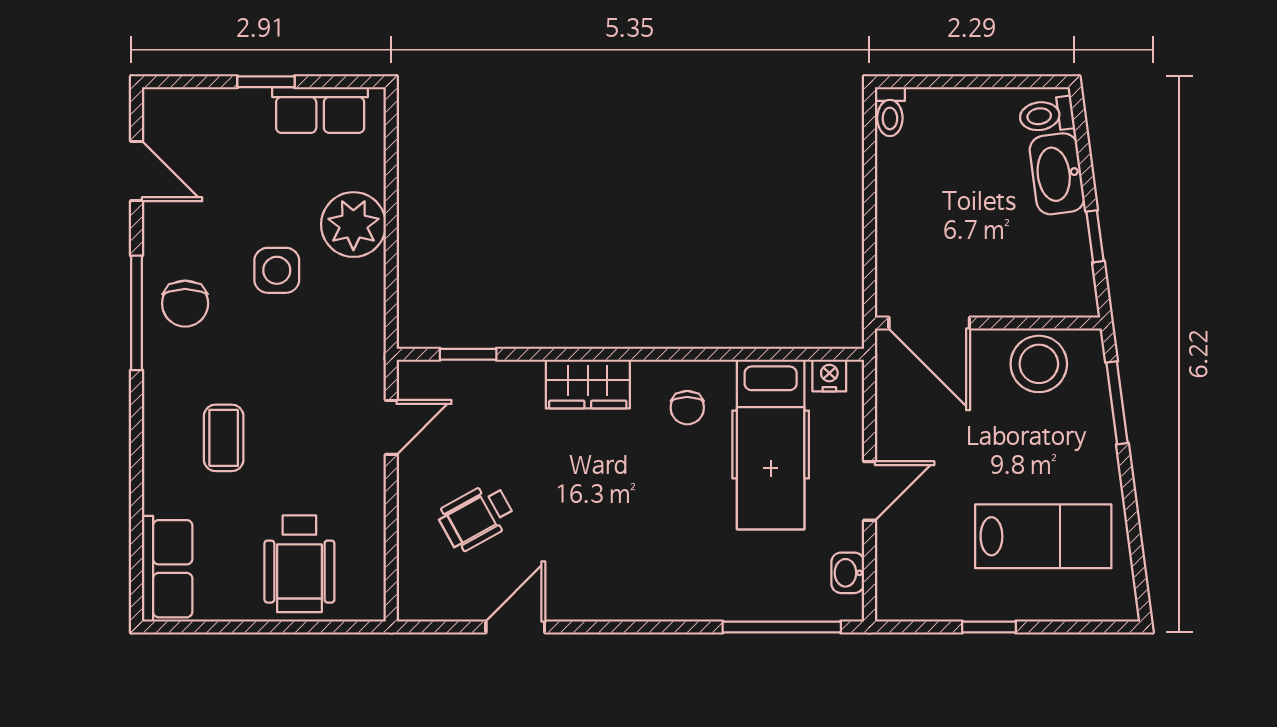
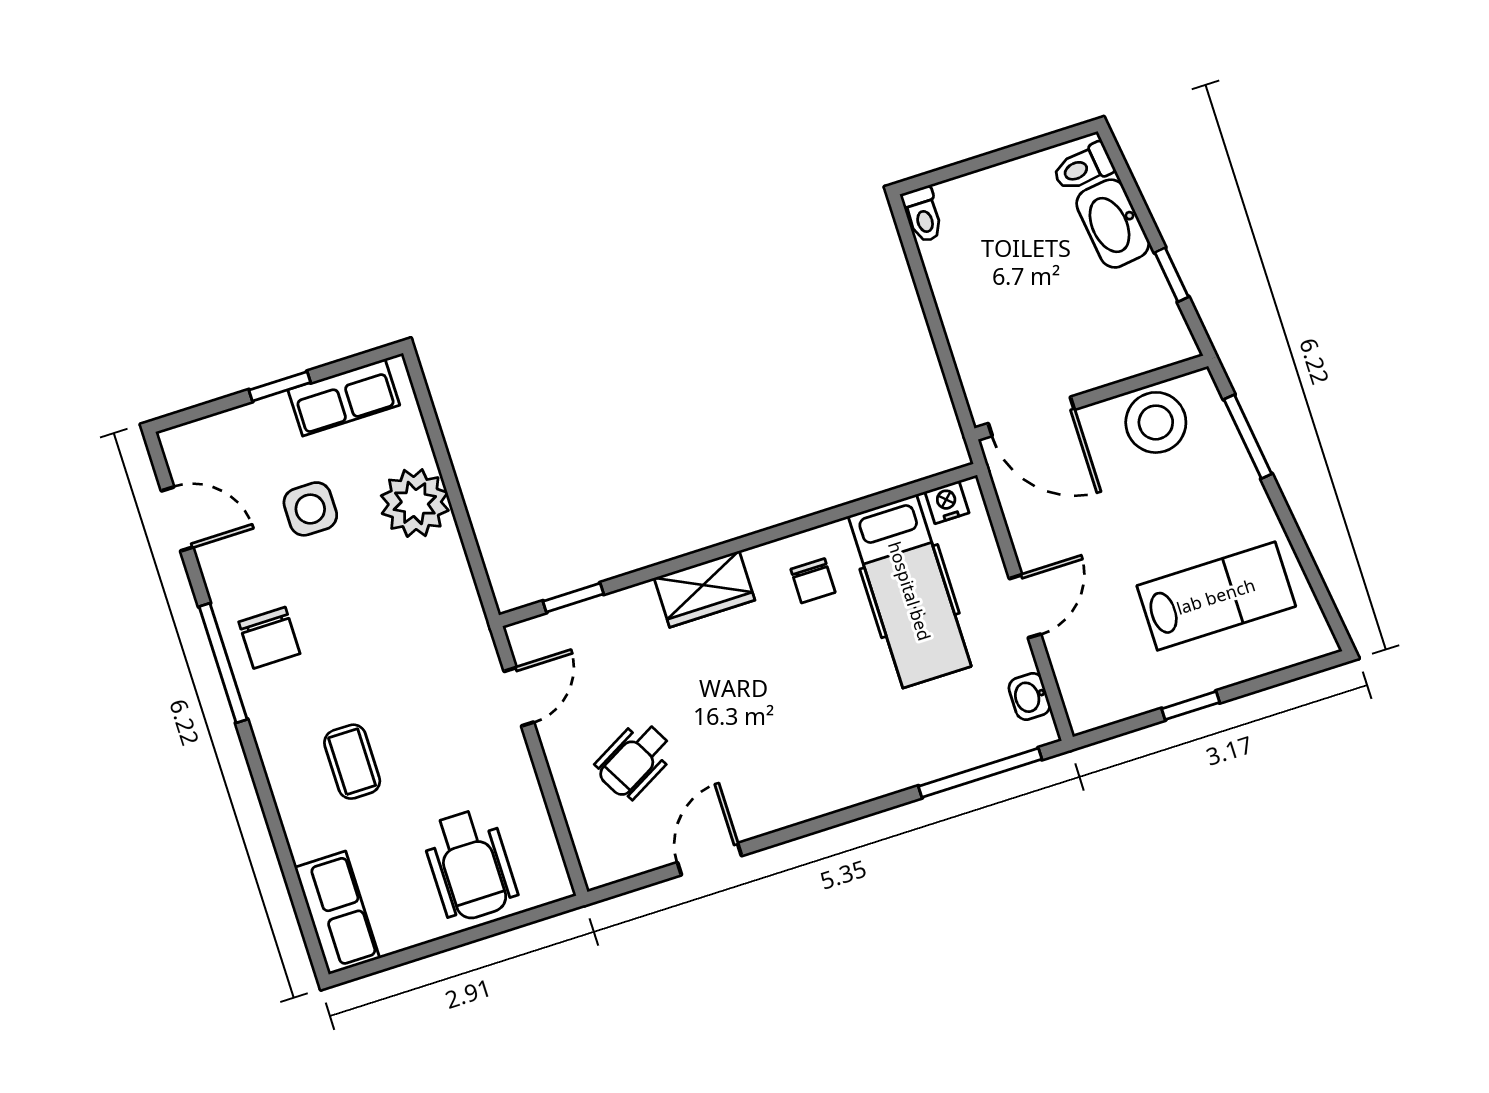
side table: (277, 270) -> (310, 509), moved

